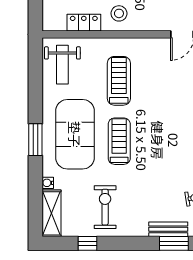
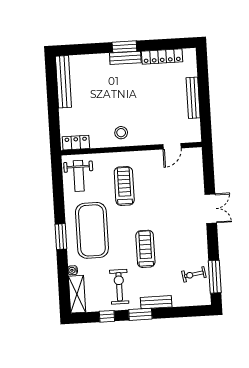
locker: (84, 23) -> (76, 143), moved
treadmill: (119, 141) -> (145, 249), moved
bench: (168, 229) -> (156, 302), moved
window: (174, 243) -> (140, 314), moved

